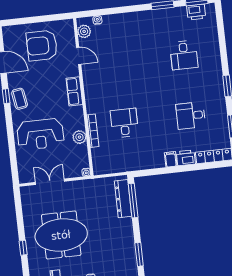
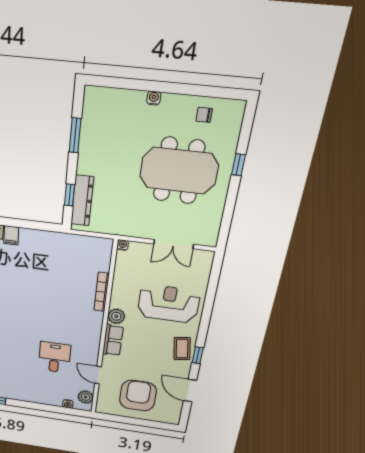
armchair: (42, 46) -> (138, 396), turned -90
desk: (124, 123) -> (54, 357), moved, turned 180
plant: (79, 137) -> (116, 316), moved
window: (133, 201) -> (70, 195), width x0.46
window: (139, 254) -> (75, 135), moved

